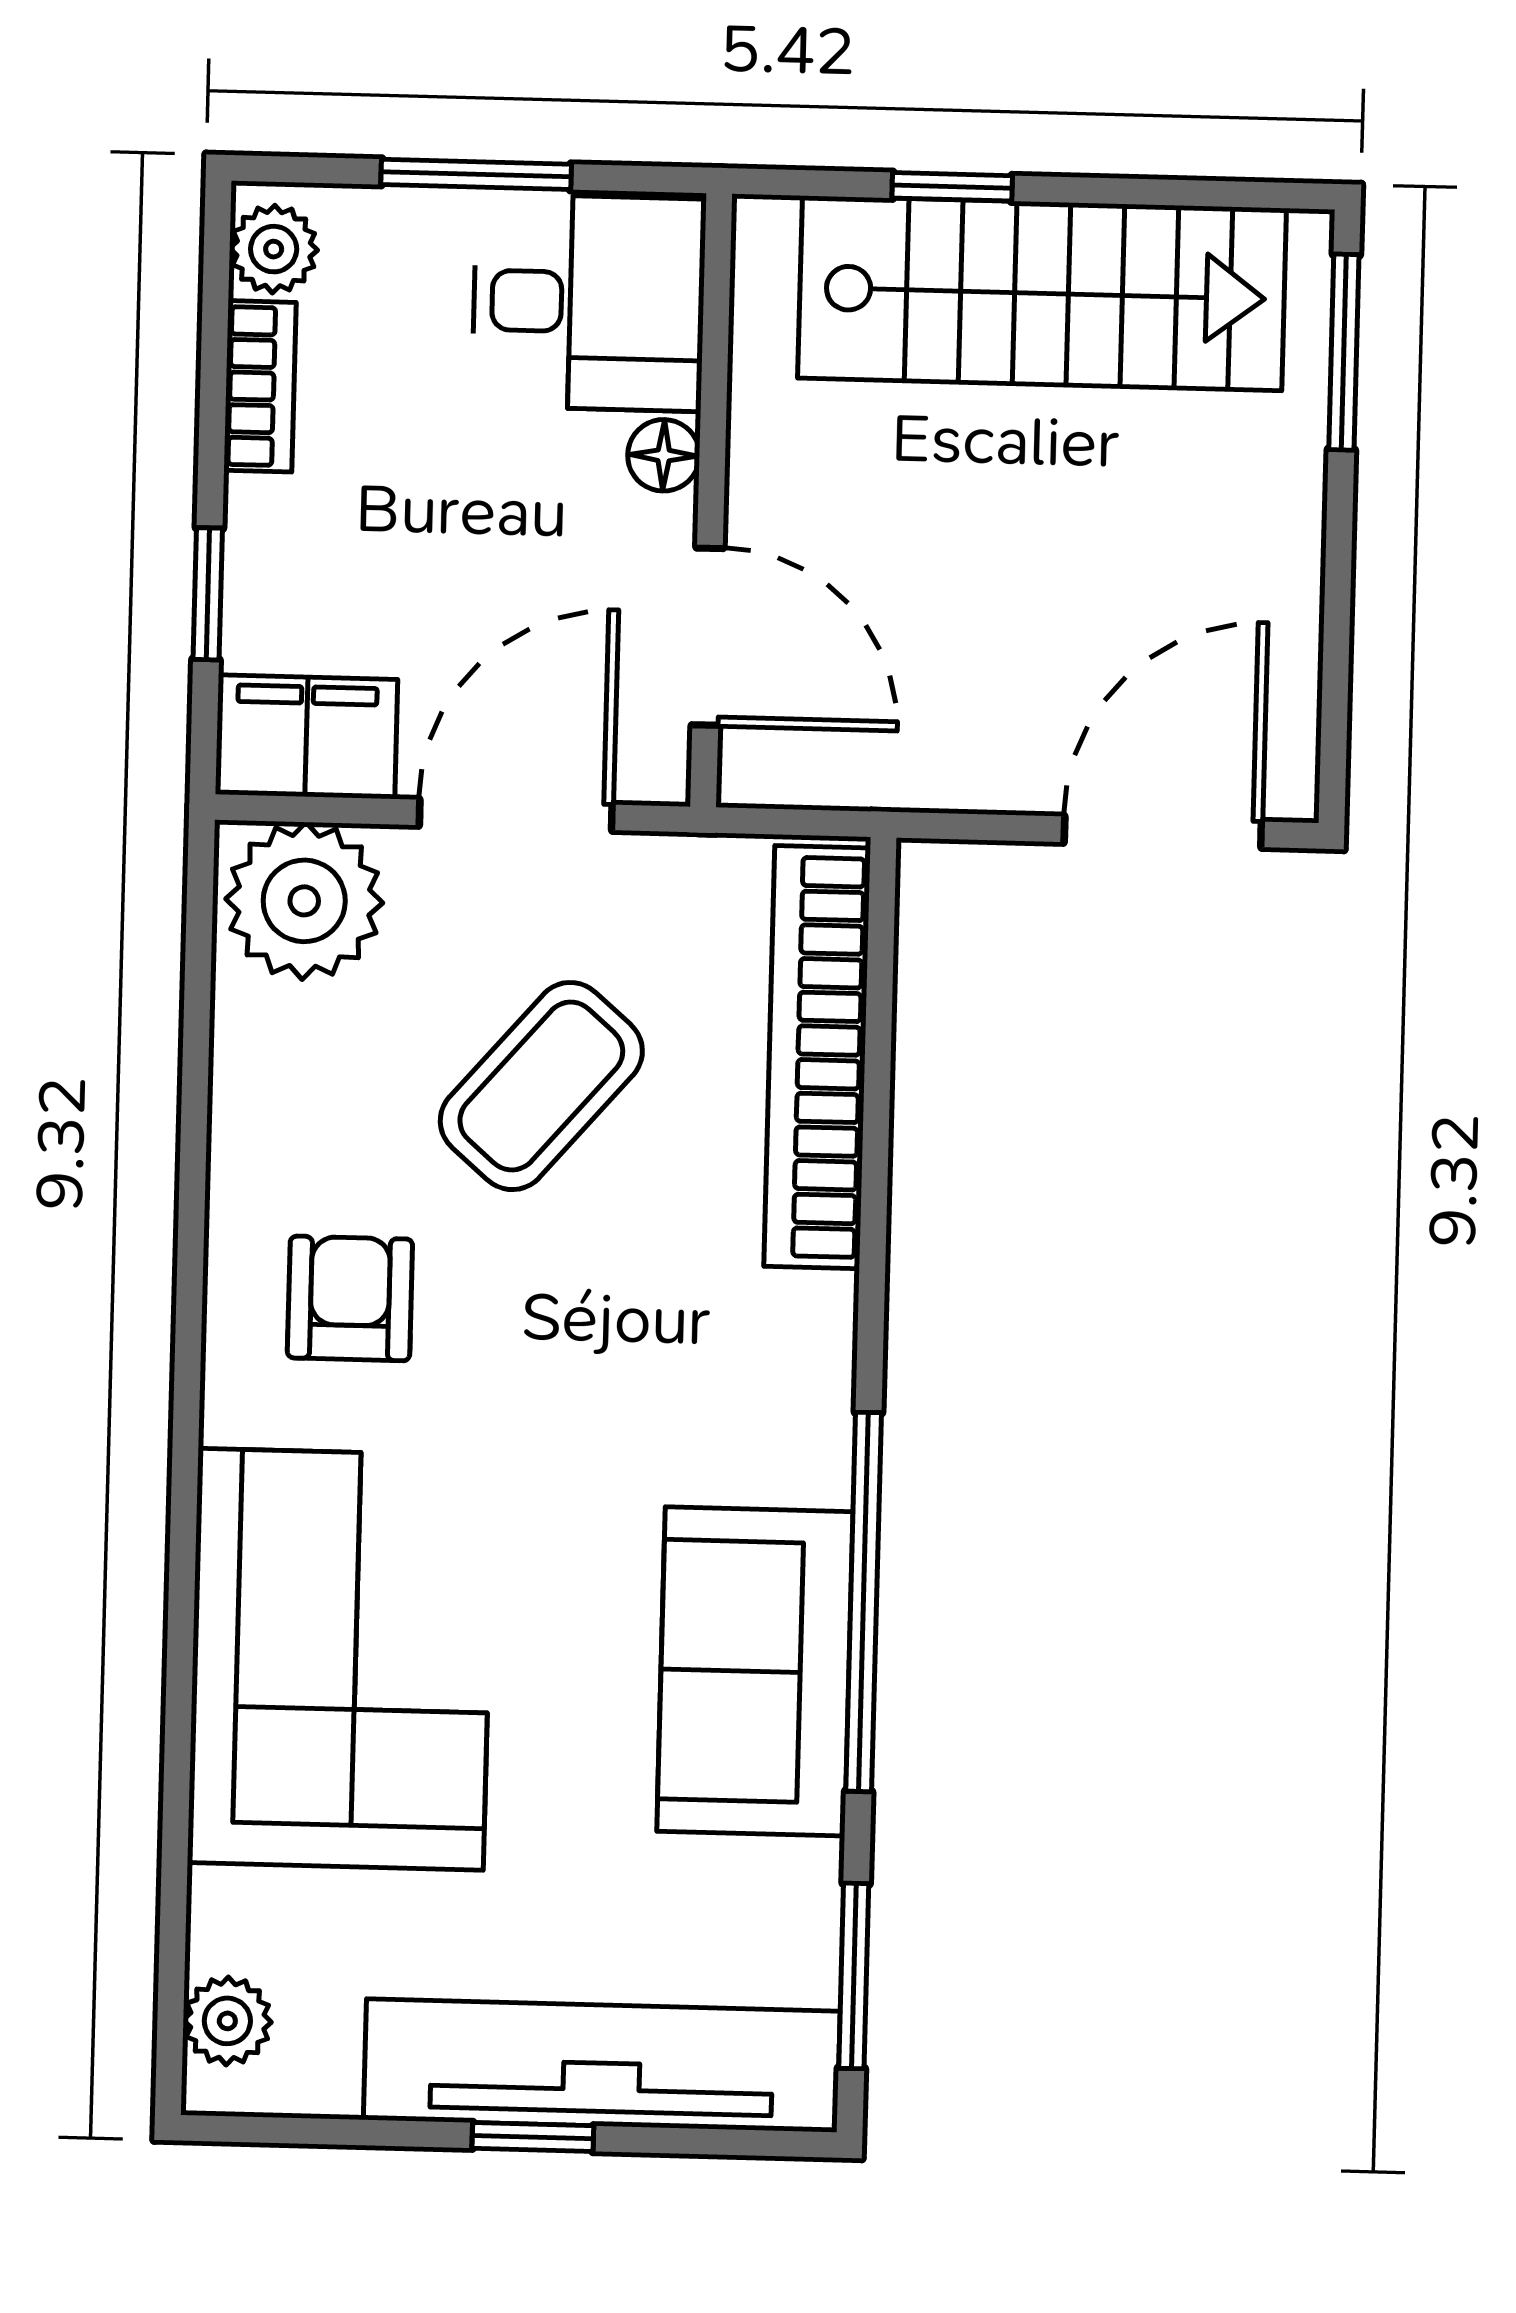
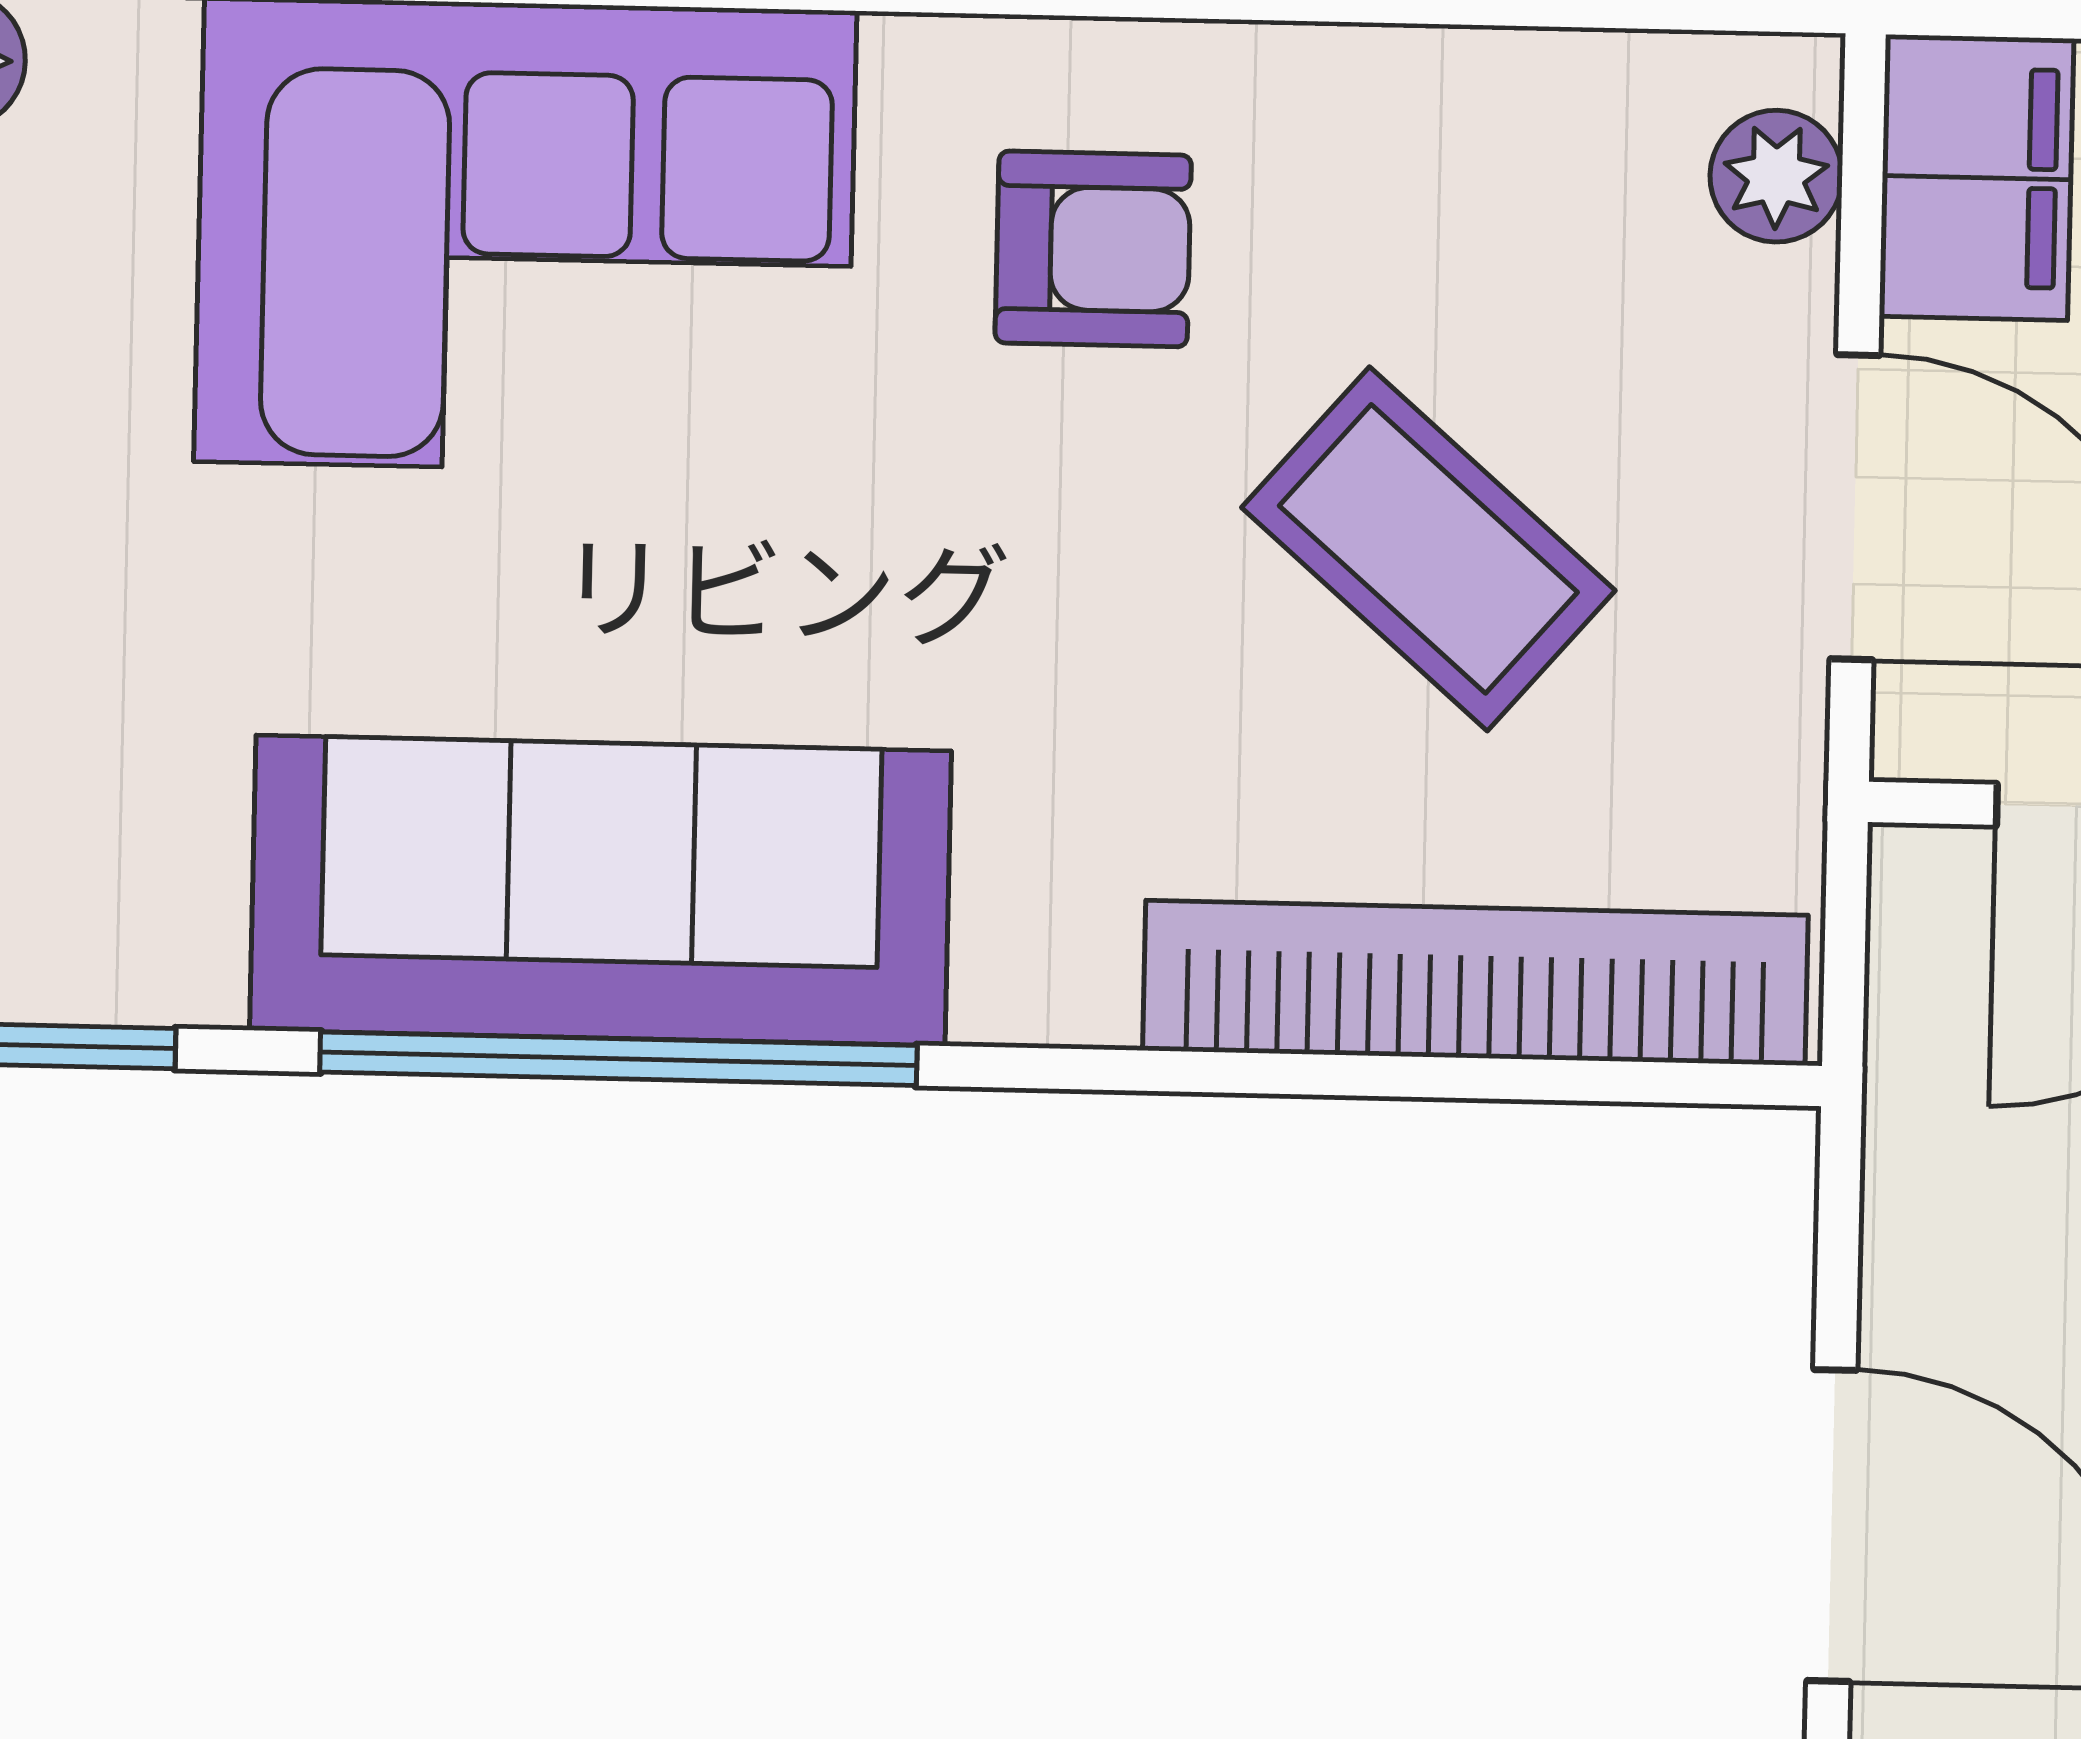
plant: (304, 901) -> (1776, 176), width x0.53, depth x0.53
sofa: (755, 1671) -> (601, 890), width x1.36

